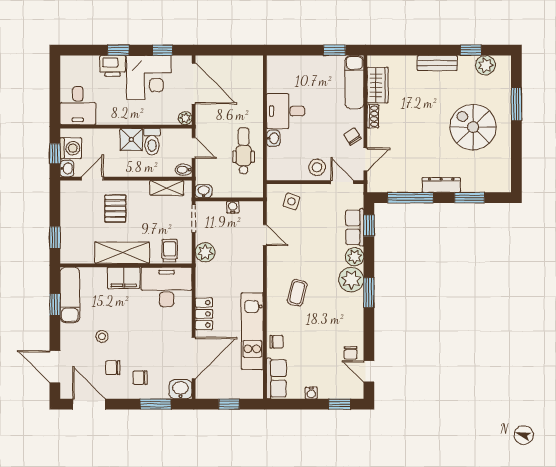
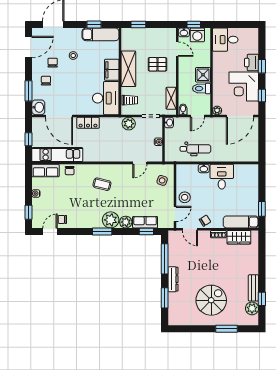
bench: (437, 63) -> (253, 288), moved
kitchen unit: (252, 331) -> (57, 155), moved

